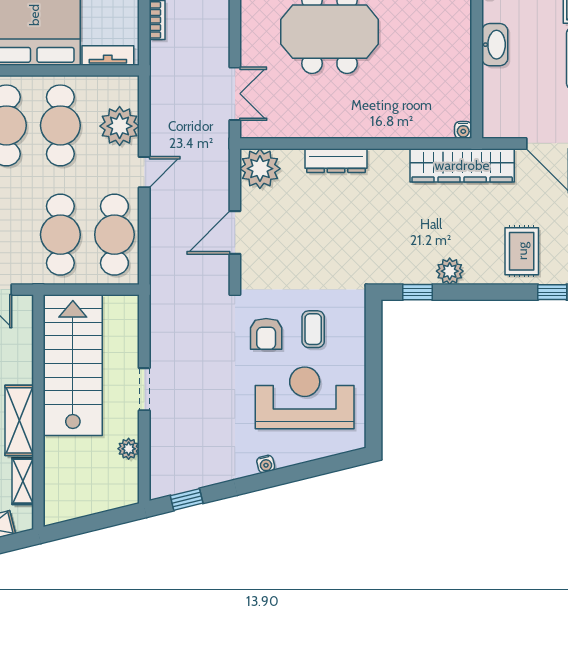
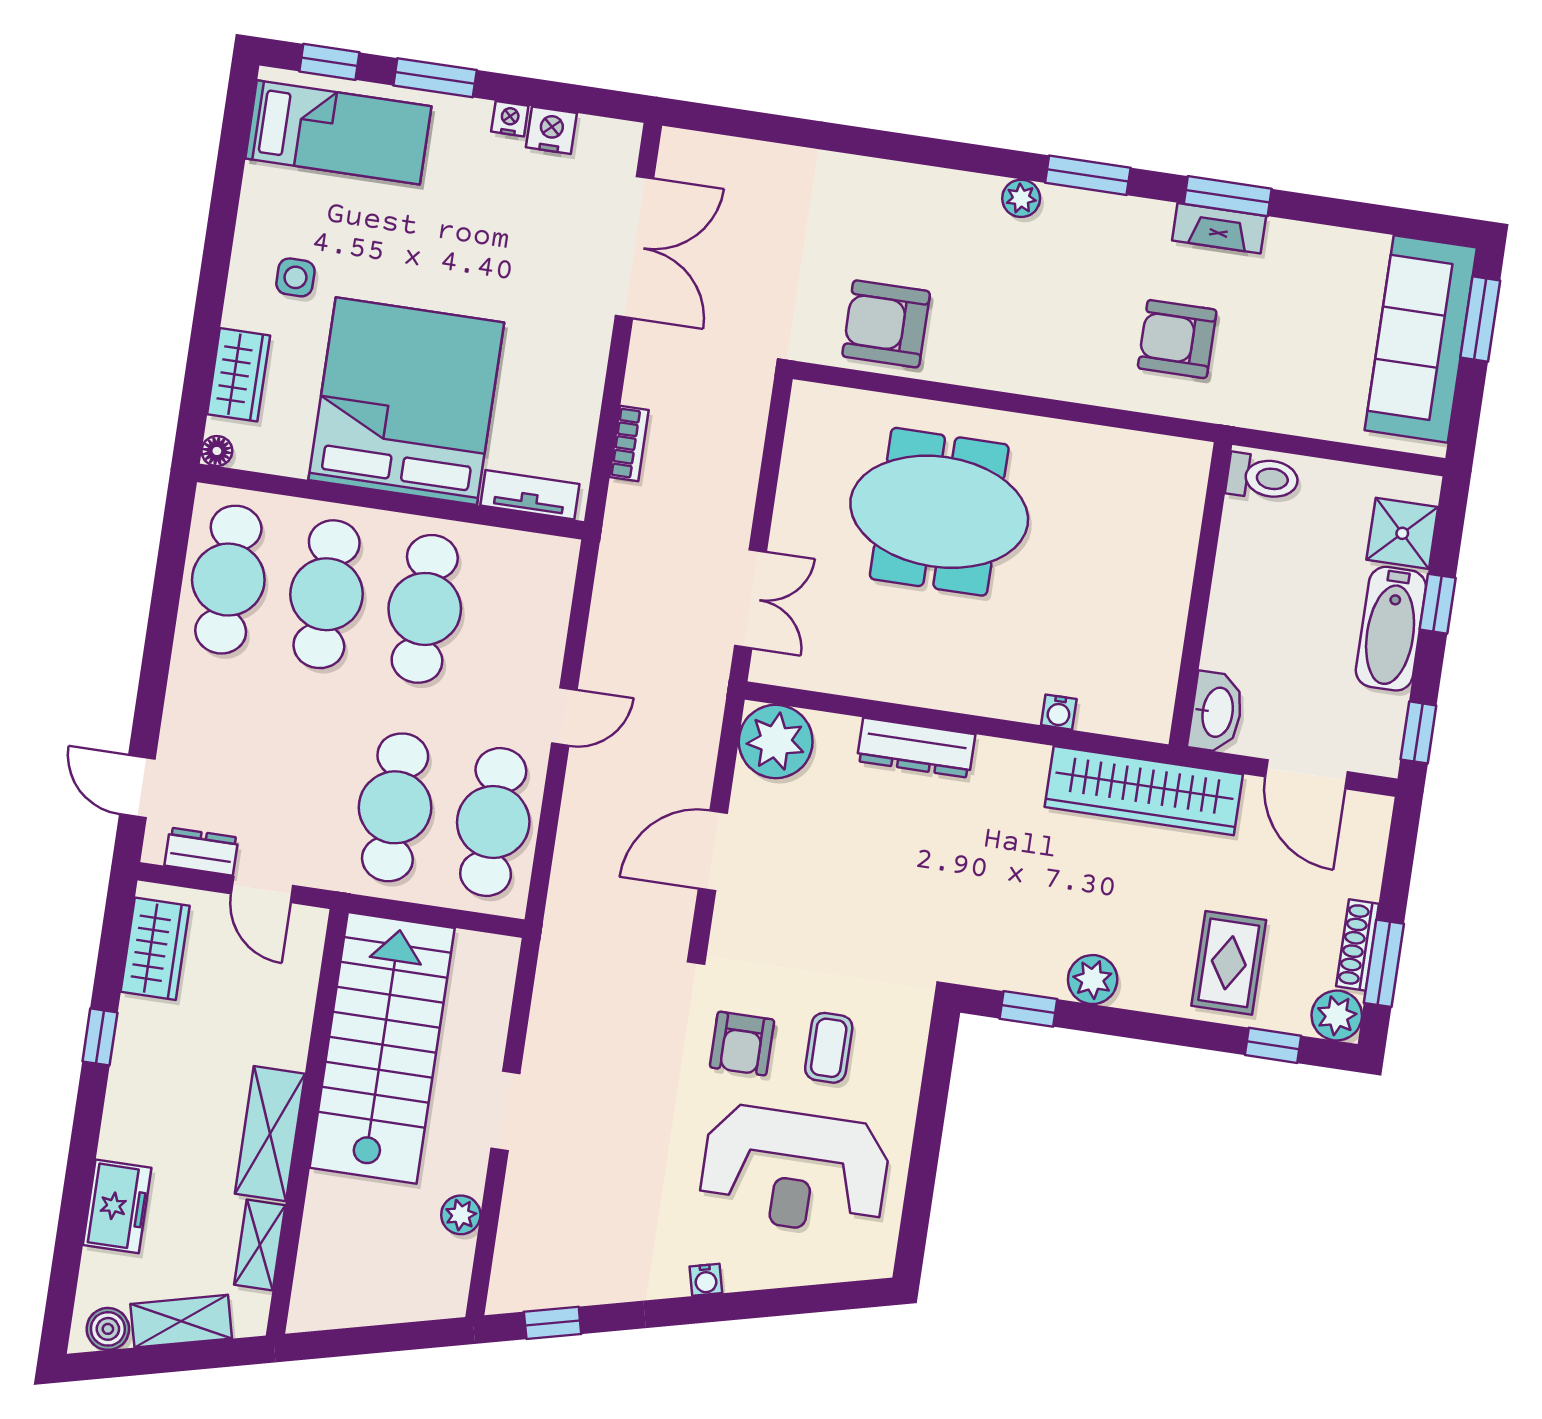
washbasin: (495, 45) -> (1216, 712), moved
plant: (120, 126) -> (532, 626), removed
water cooler: (463, 130) -> (1059, 712), moved
reception desk: (305, 398) -> (795, 1170), turned 180

